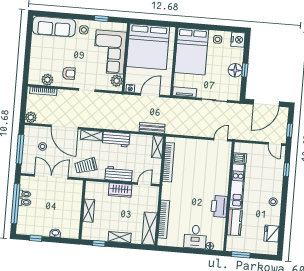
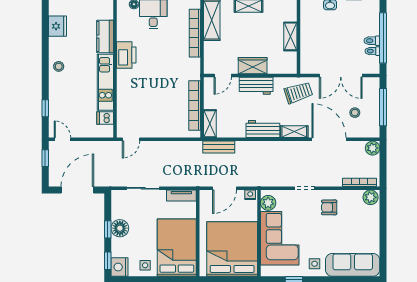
window: (247, 45) -> (108, 261), added
plant: (47, 80) -> (371, 197), moved

